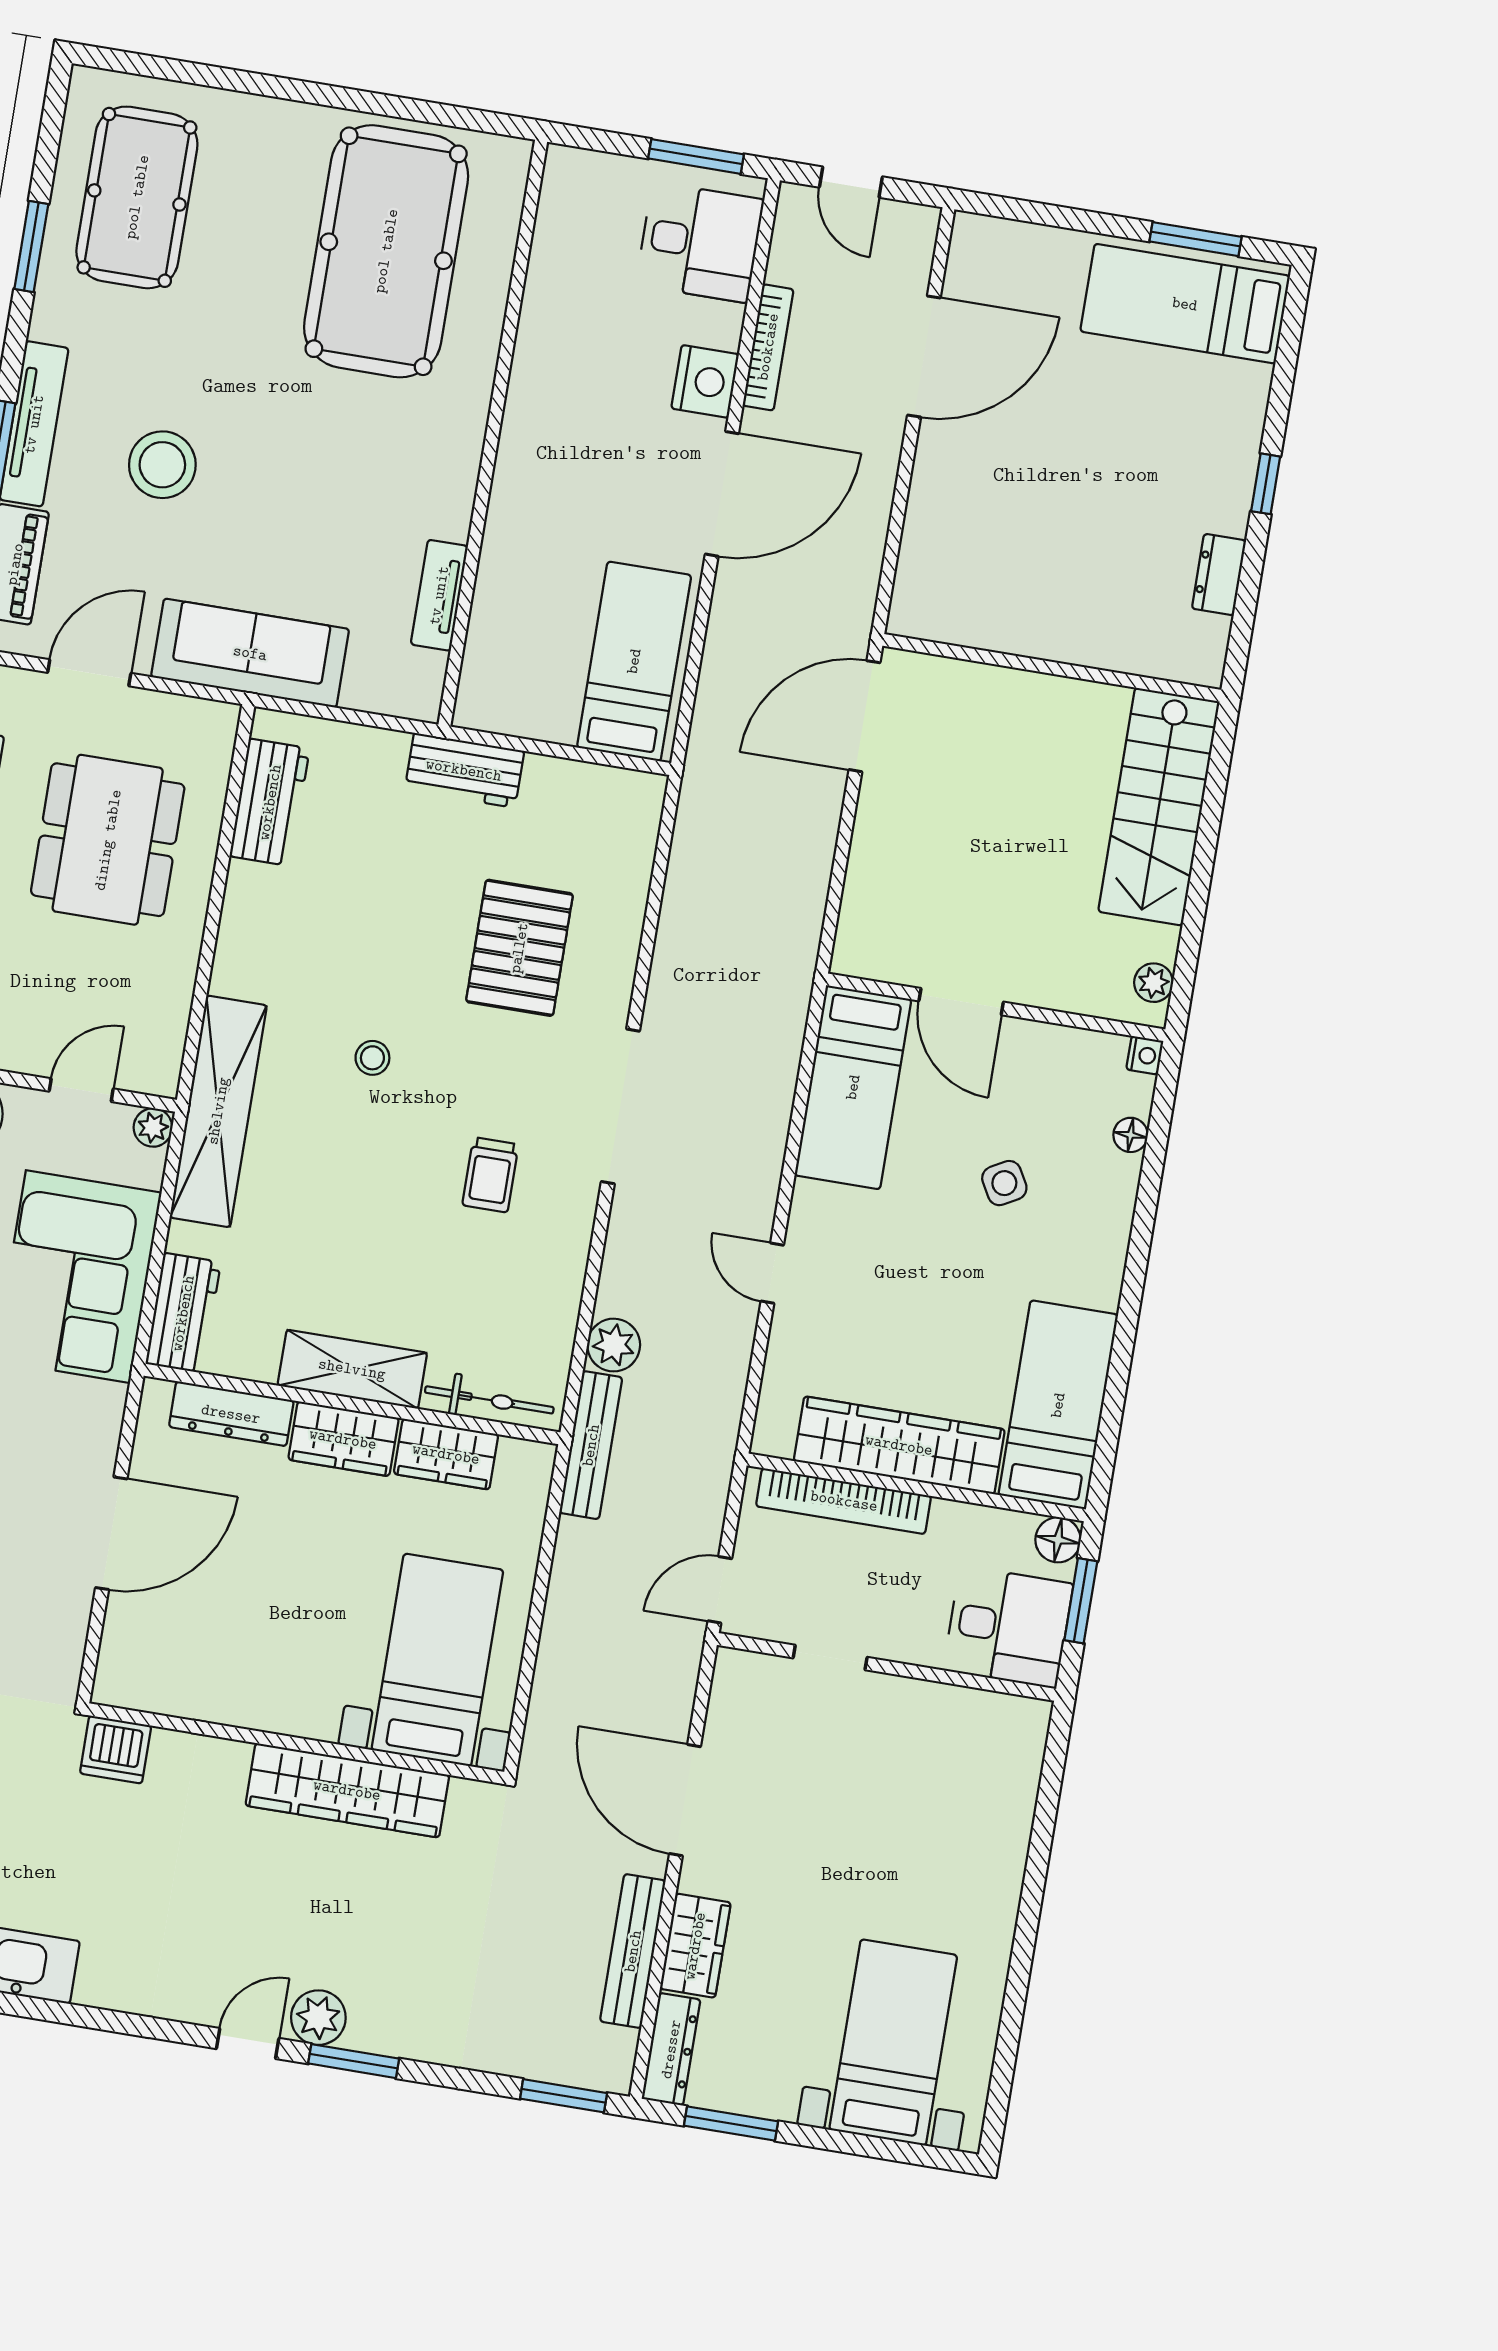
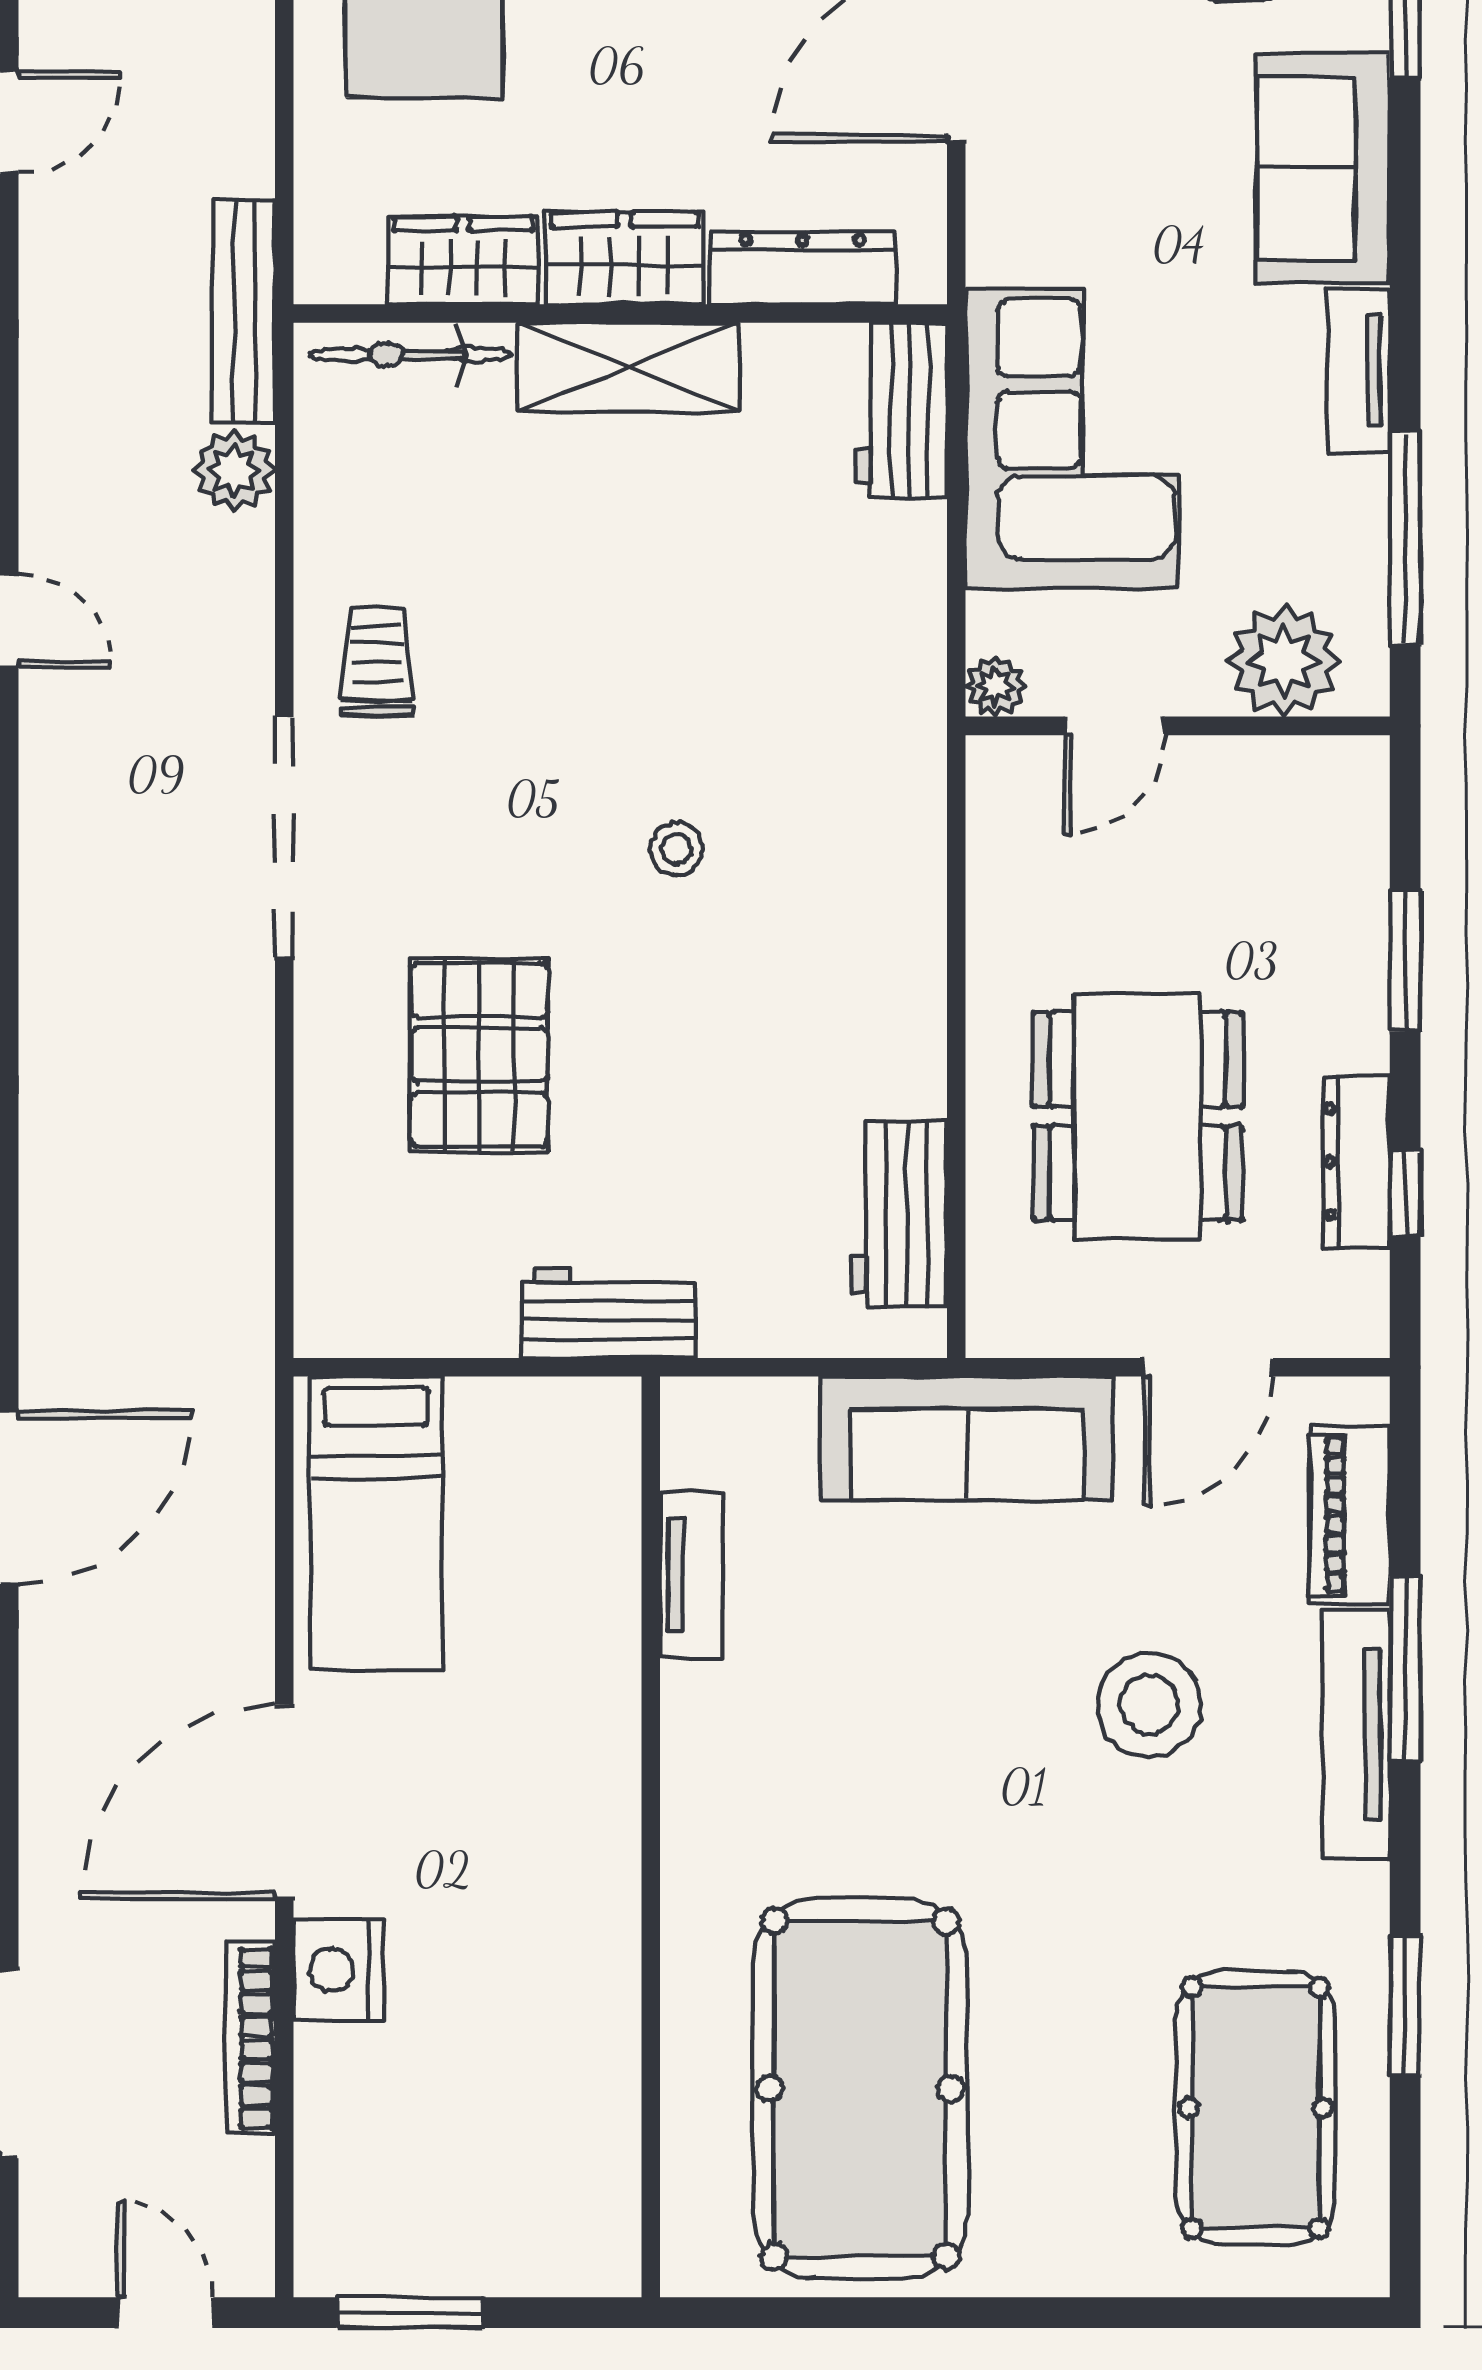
desk: (700, 242) -> (382, 2182), removed
shelving: (218, 1111) -> (899, 728), removed
trolley: (490, 1175) -> (377, 661), moved

